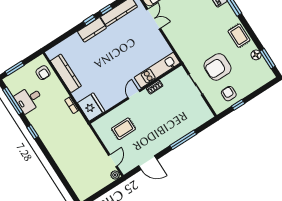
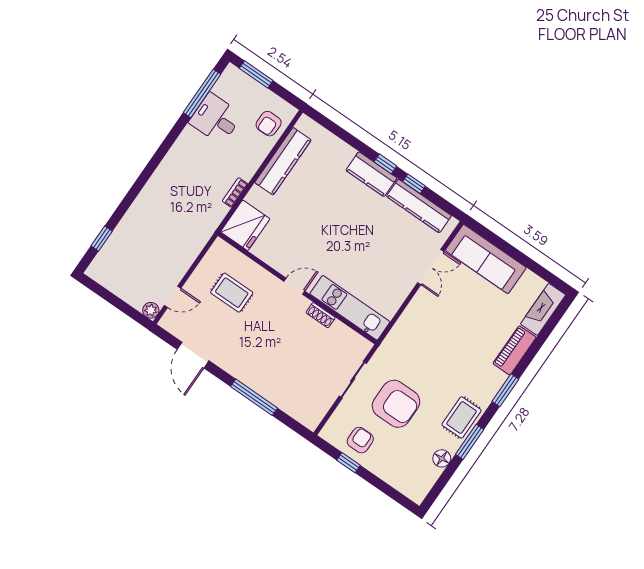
window: (268, 59) -> (470, 442), moved
armchair: (217, 67) -> (396, 404), turned 180
window: (33, 132) -> (102, 238), moved

